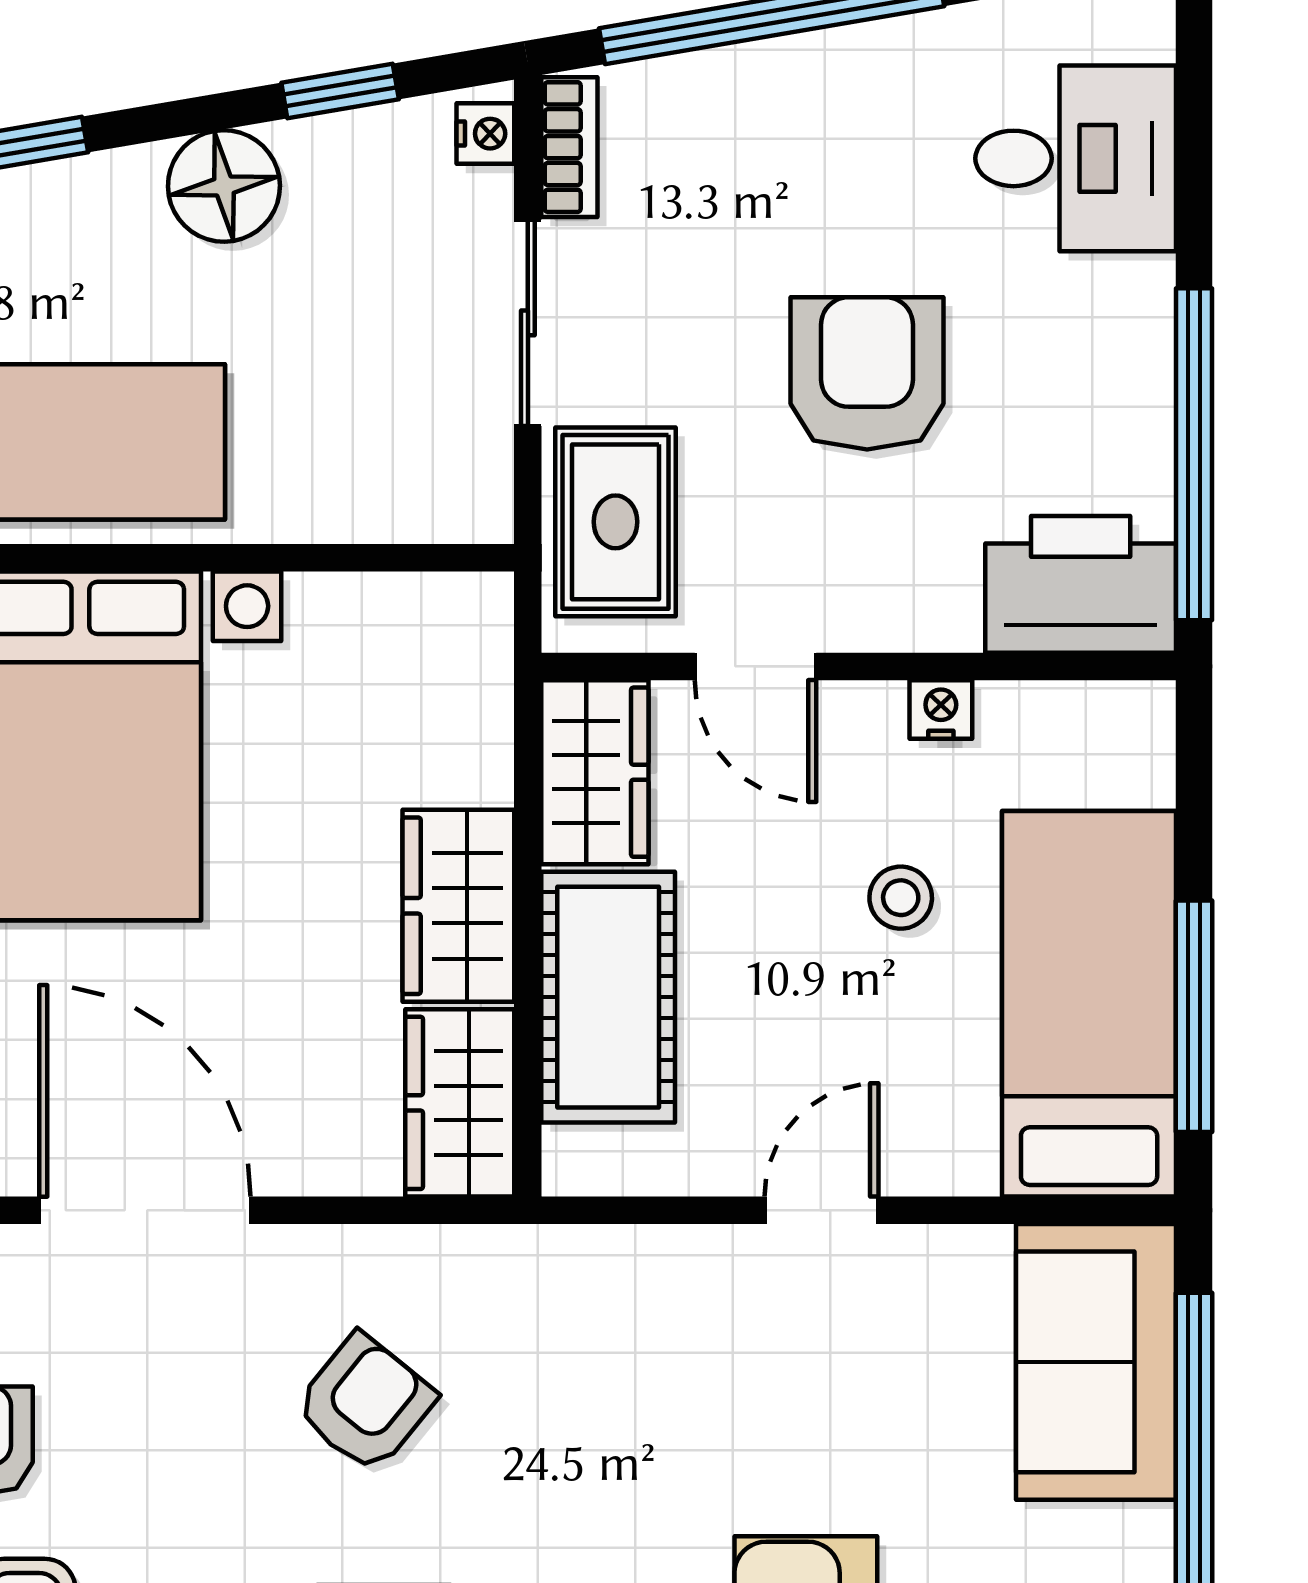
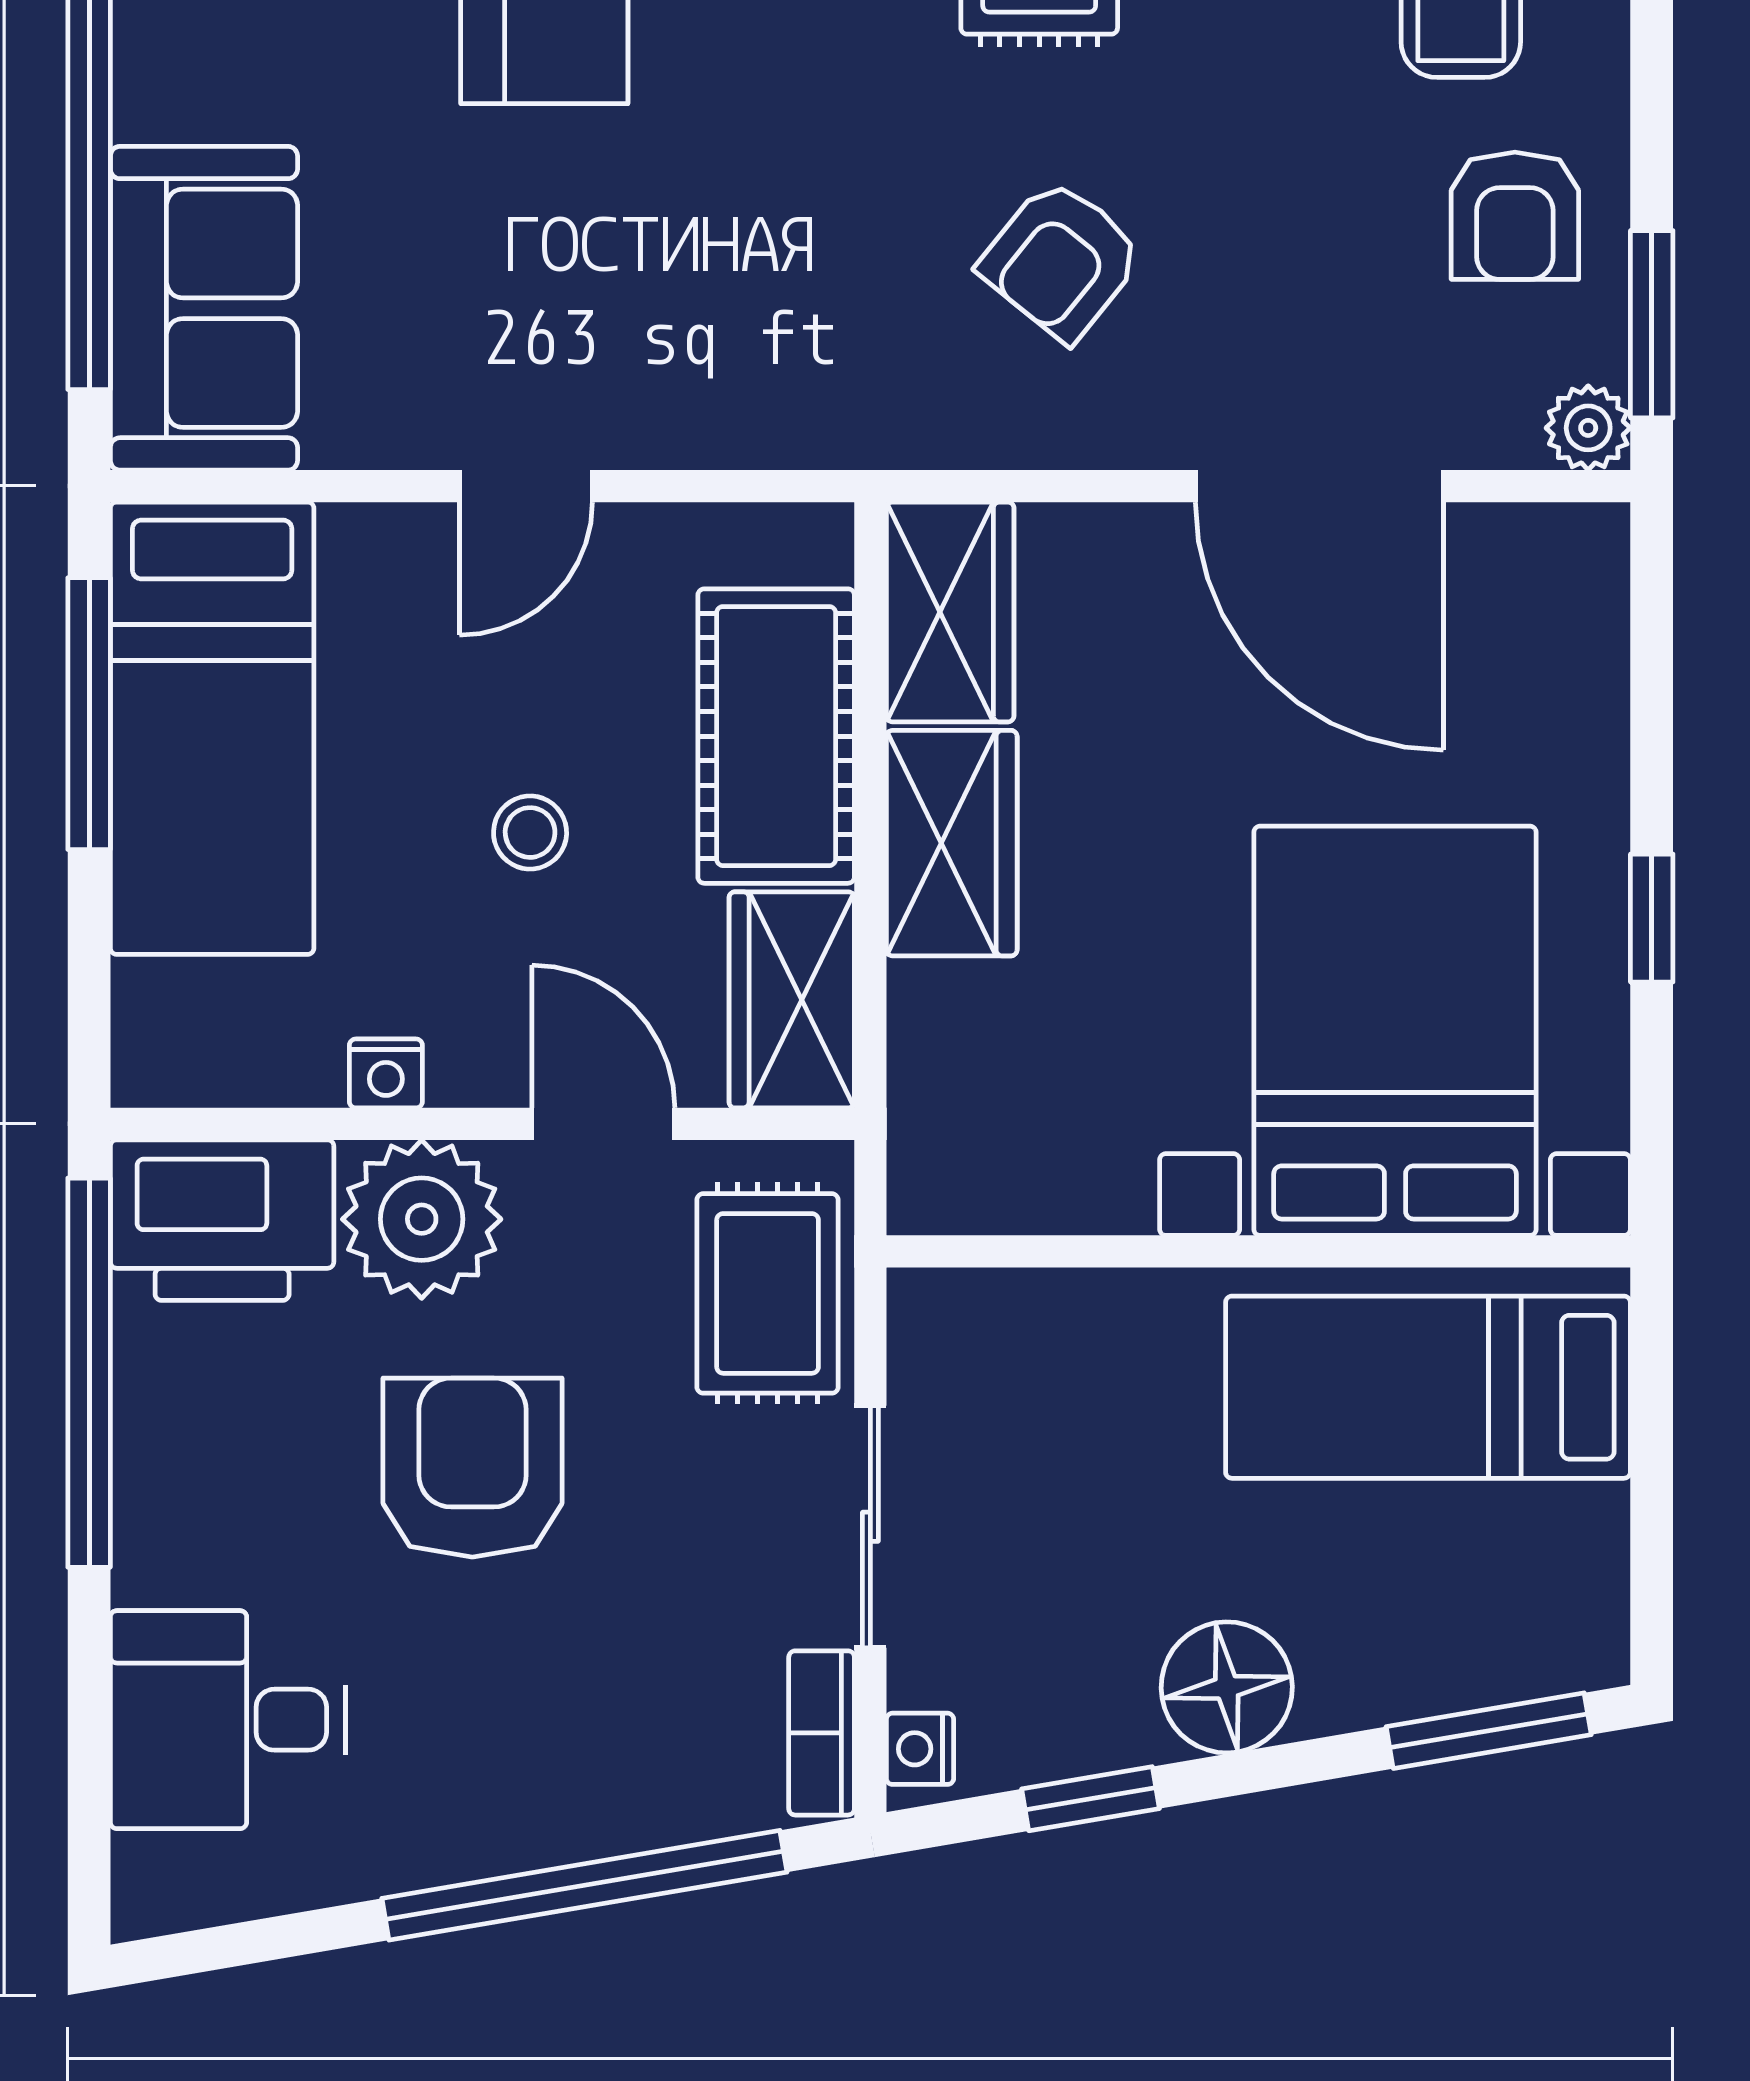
armchair: (867, 373) -> (472, 1468), turned 180
plant: (910, 585) -> (422, 1219), added
stool: (901, 898) -> (530, 833), moved

